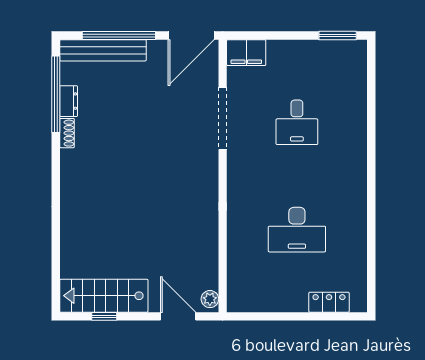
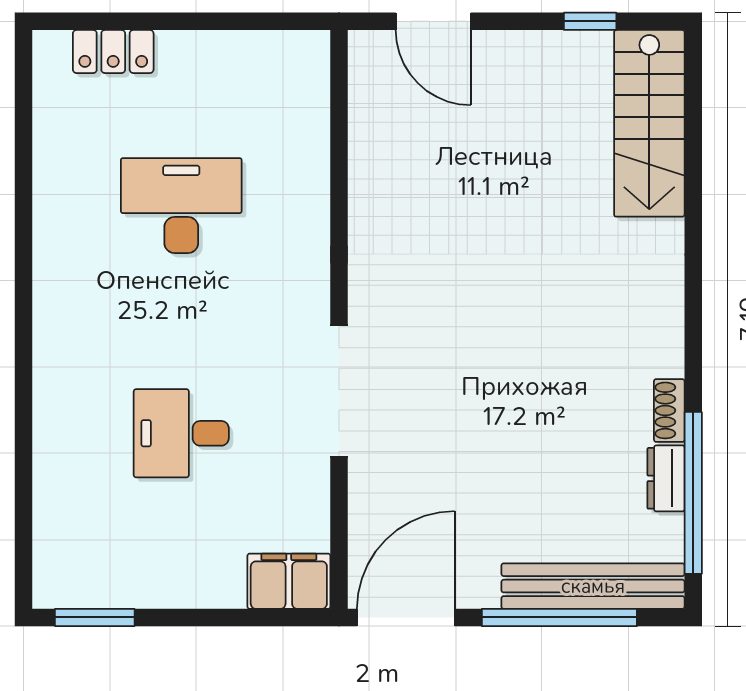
doorway: (223, 118) -> (339, 391), moved
desk: (297, 122) -> (181, 433), turned -90
stairs: (104, 296) -> (649, 123), moved, turned 90
plant: (210, 299) -> (366, 58), removed

